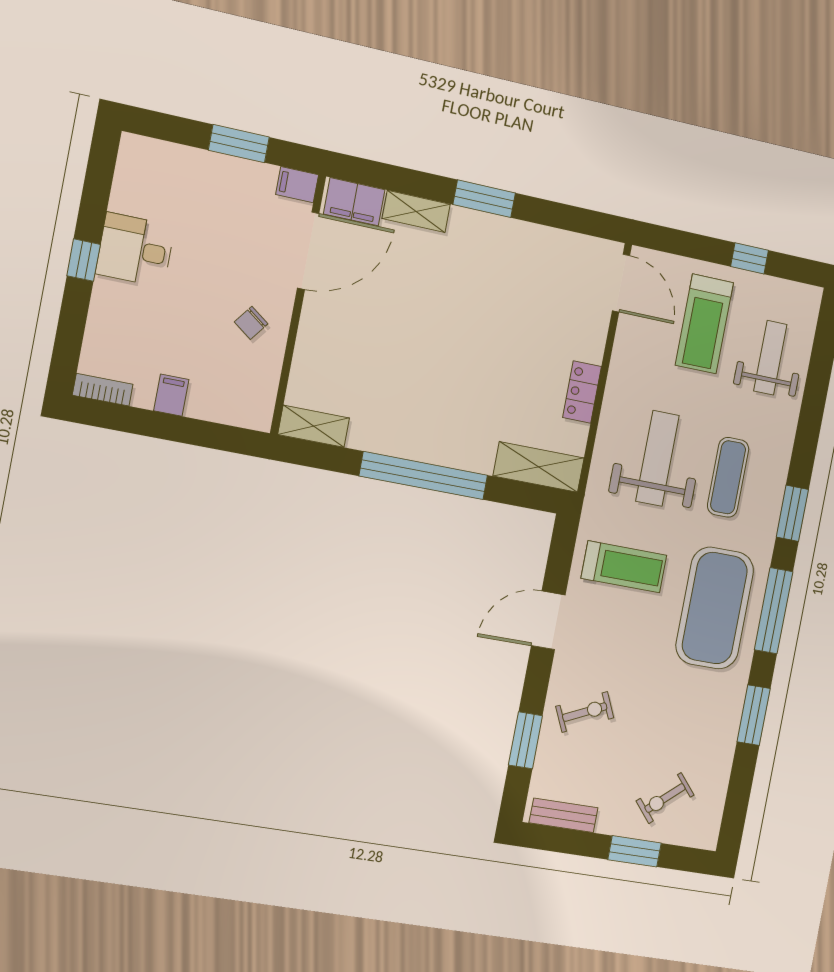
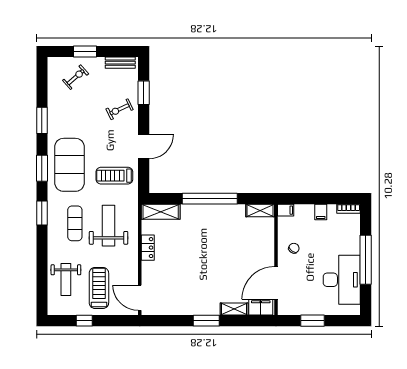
filing cabinet: (297, 185) -> (286, 210), moved
desk: (135, 250) -> (342, 280), width x1.87, depth x1.30
window: (84, 260) -> (366, 260), width x3.17
weight bench: (657, 458) -> (109, 226), turned 180
window: (774, 611) -> (42, 168), width x0.69

